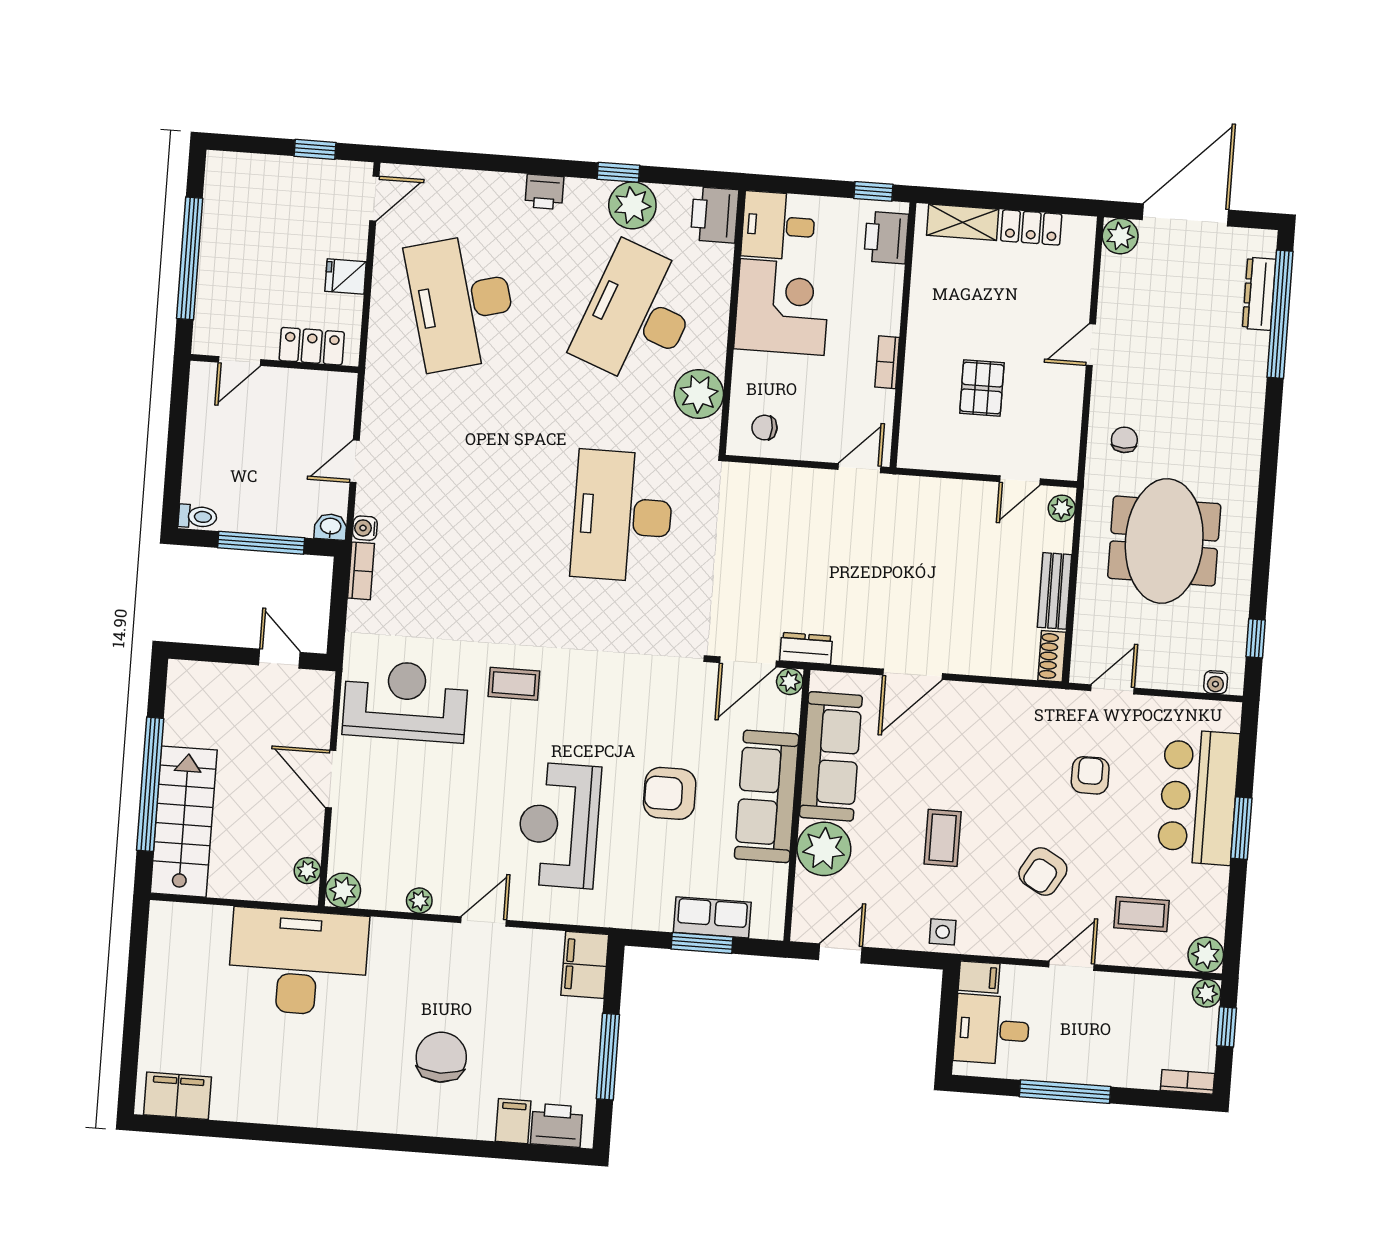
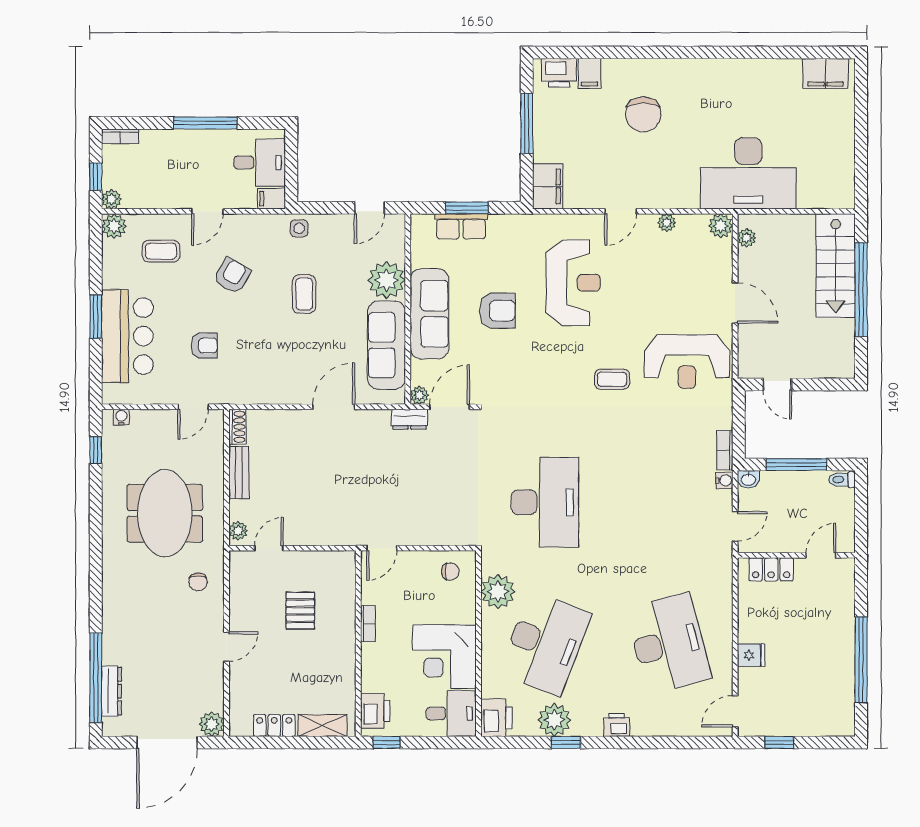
locker: (312, 346) -> (771, 569), moved
door: (239, 361) -> (821, 555), moved
wall: (274, 364) -> (796, 555), moved
armchair: (1090, 775) -> (204, 345), turned -90

